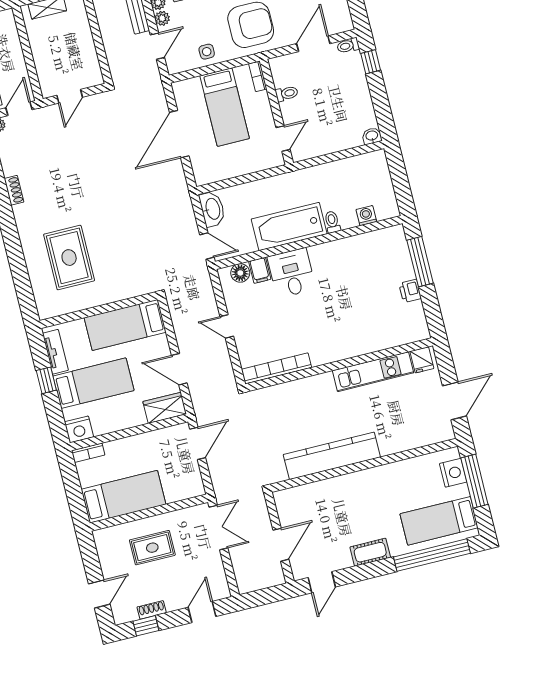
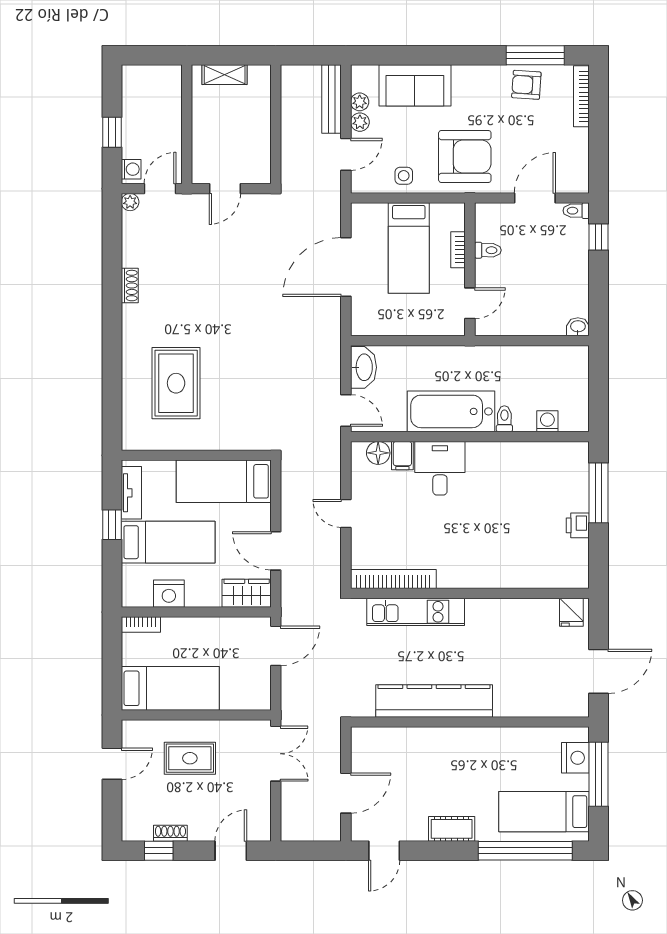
bookcase: (258, 76) -> (458, 250), moved
kitchen unit: (373, 372) -> (416, 612), moved
nightstand: (79, 429) -> (169, 594), moved
door: (99, 594) -> (112, 764), moved

